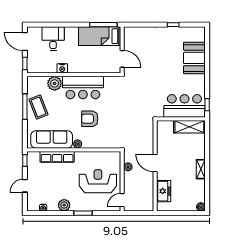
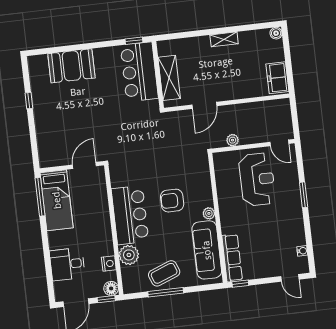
floor lamp: (32, 68) -> (111, 288), added
nightstand: (62, 68) -> (109, 264), moved
armchair: (90, 119) -> (172, 201), turned 90
shelving: (189, 127) -> (169, 78), moved
row of seats: (57, 157) -> (232, 258), moved
door: (155, 163) -> (204, 105), moved
reception desk: (98, 181) -> (257, 179), turned 180
door: (25, 186) -> (290, 278), moved
freezer: (164, 191) -> (277, 78), moved, turned -90
plant: (64, 205) -> (295, 222), removed

